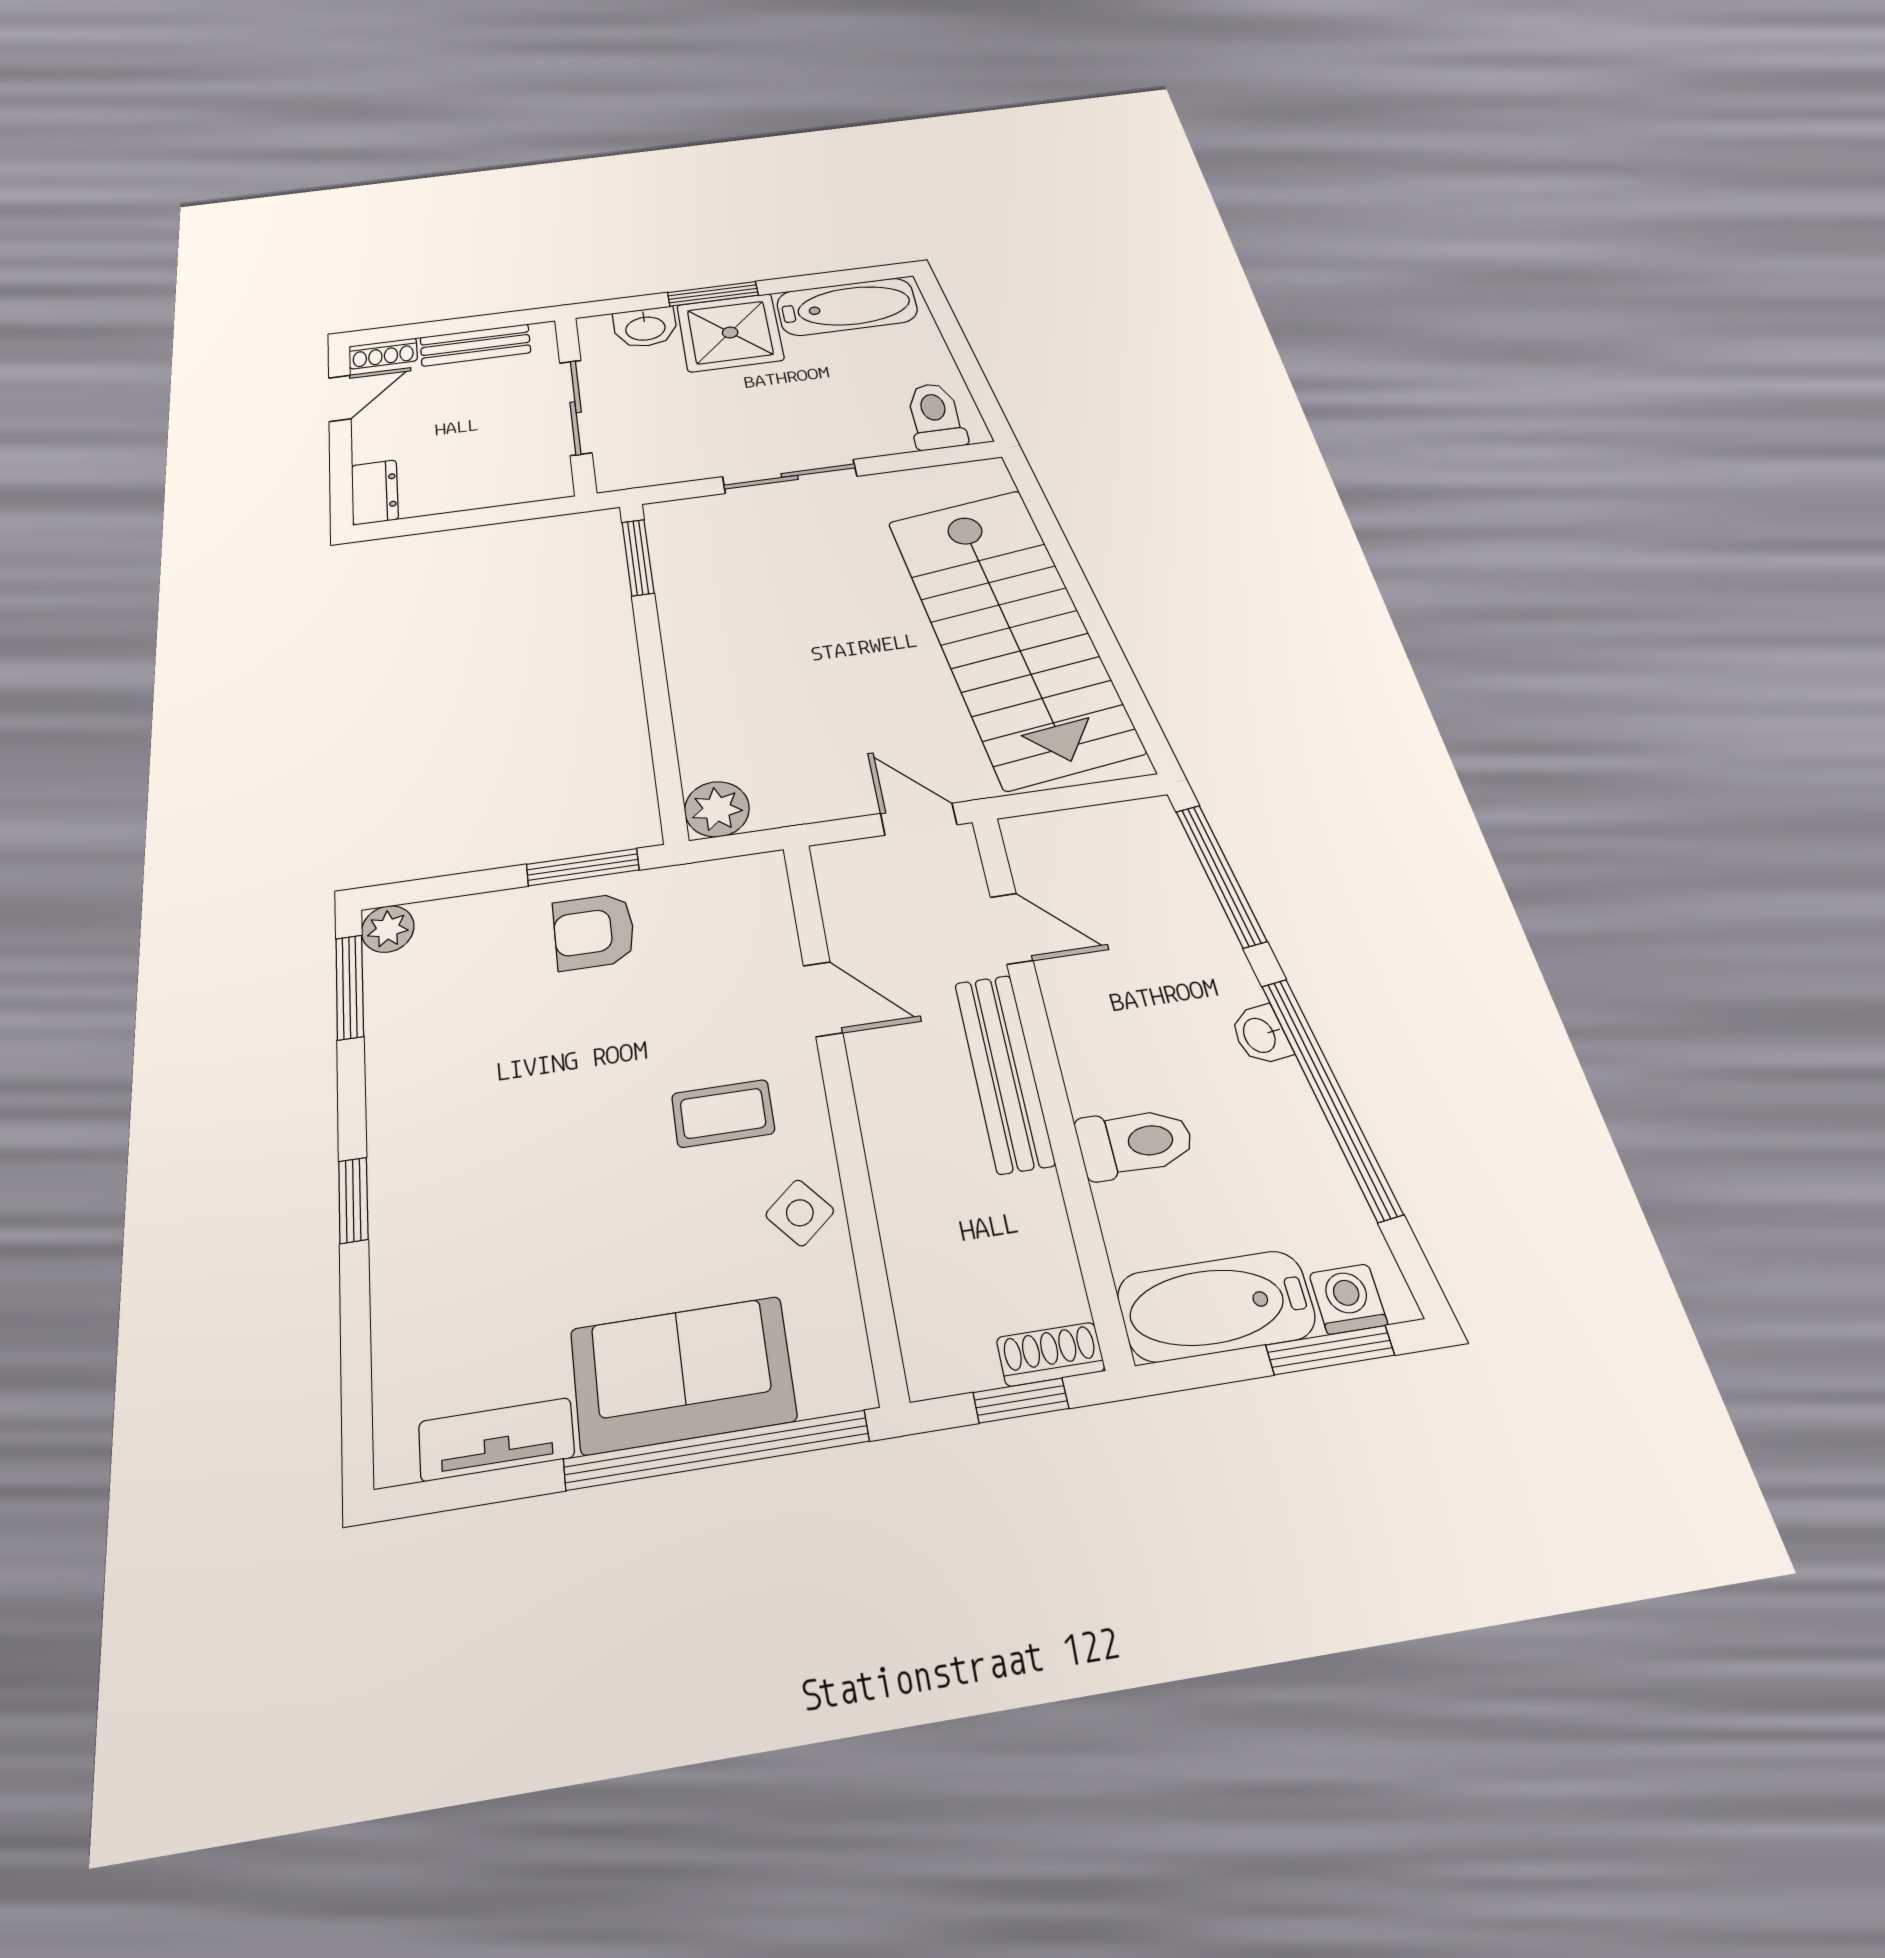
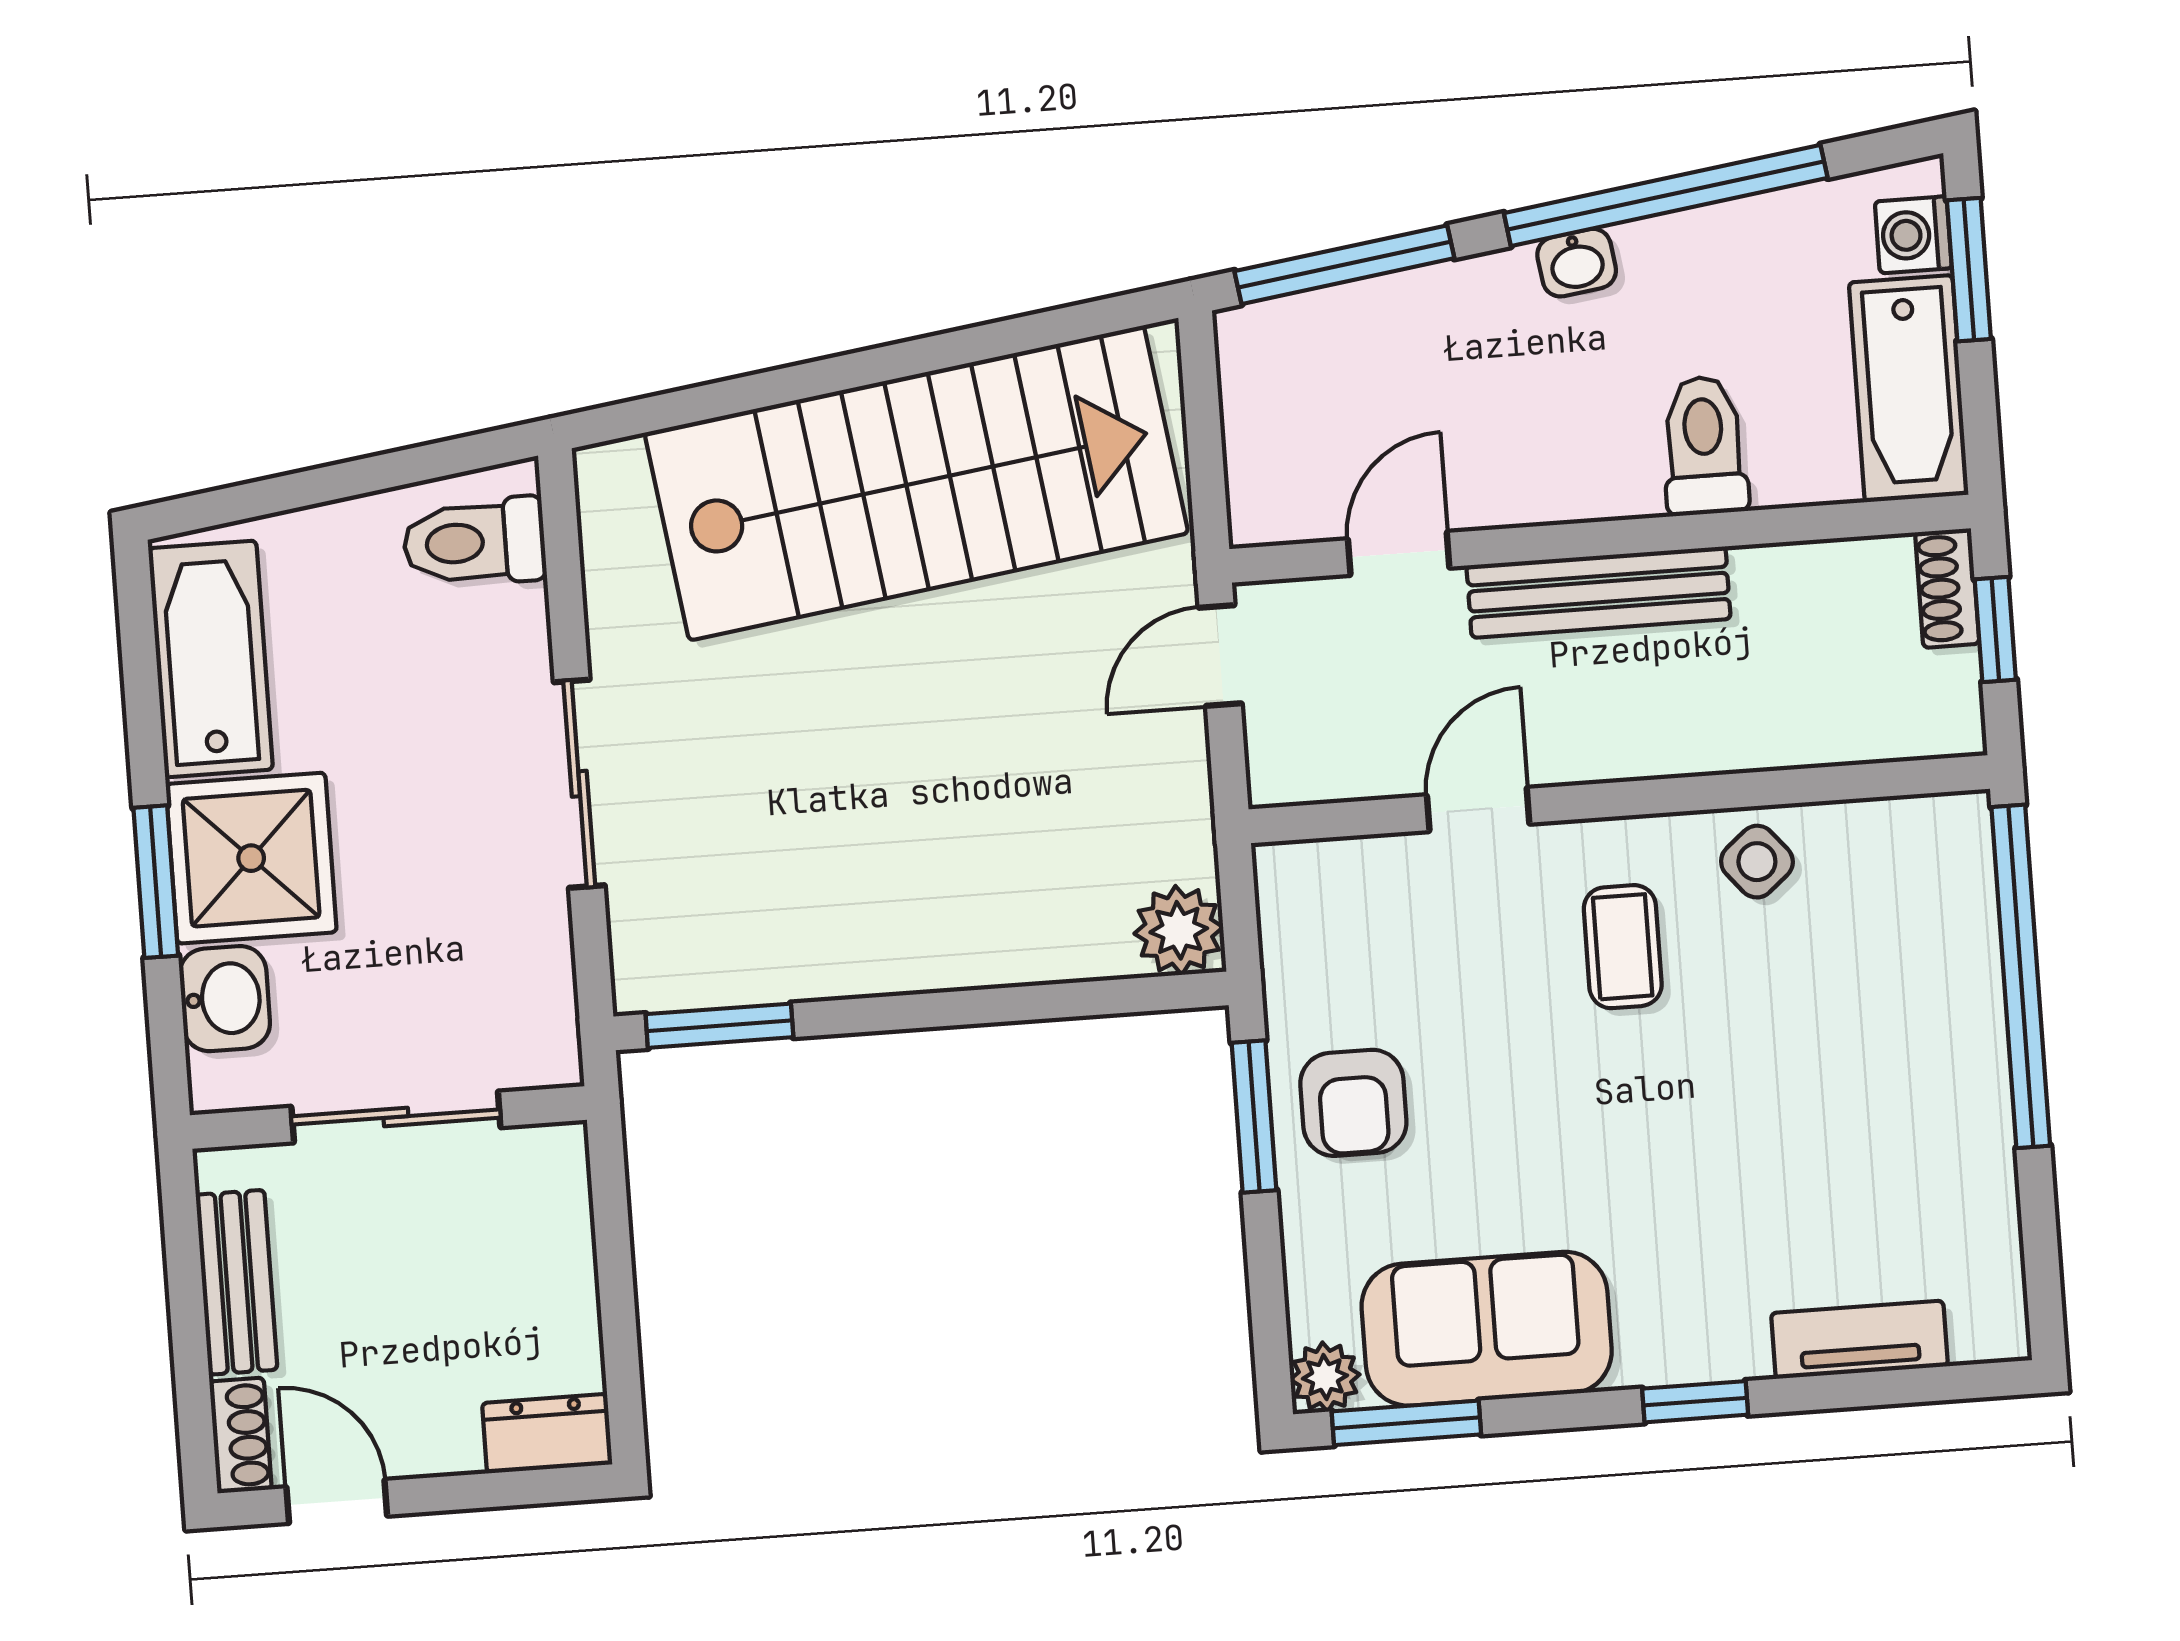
sofa: (683, 1375) -> (1487, 1329), moved, turned 90
tv unit: (496, 1439) -> (1859, 1340), moved, turned 90

